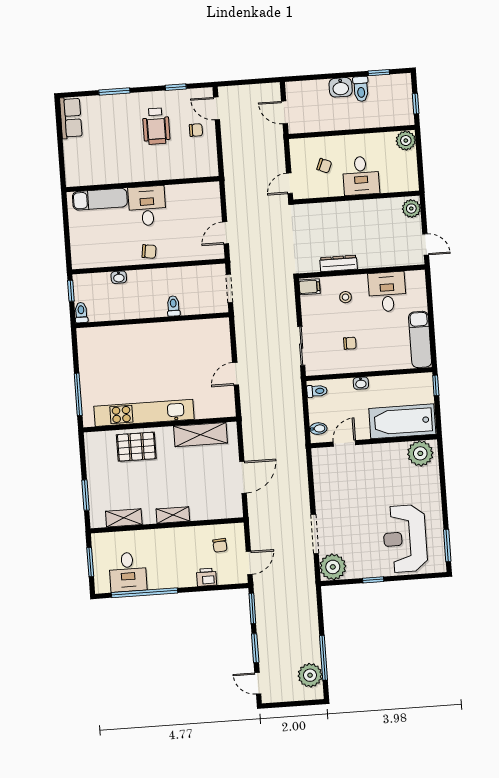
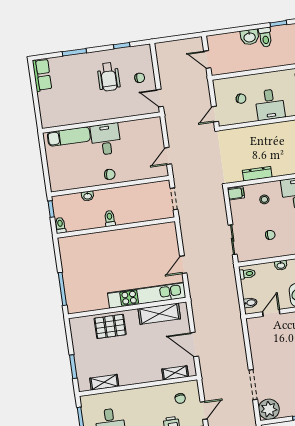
door: (217, 108) -> (160, 98), moved
toilet: (173, 306) -> (110, 218), moved
kitchen unit: (144, 413) -> (147, 295), moved
door: (243, 477) -> (194, 345), swing flipped
shelving: (173, 515) -> (175, 373), moved

